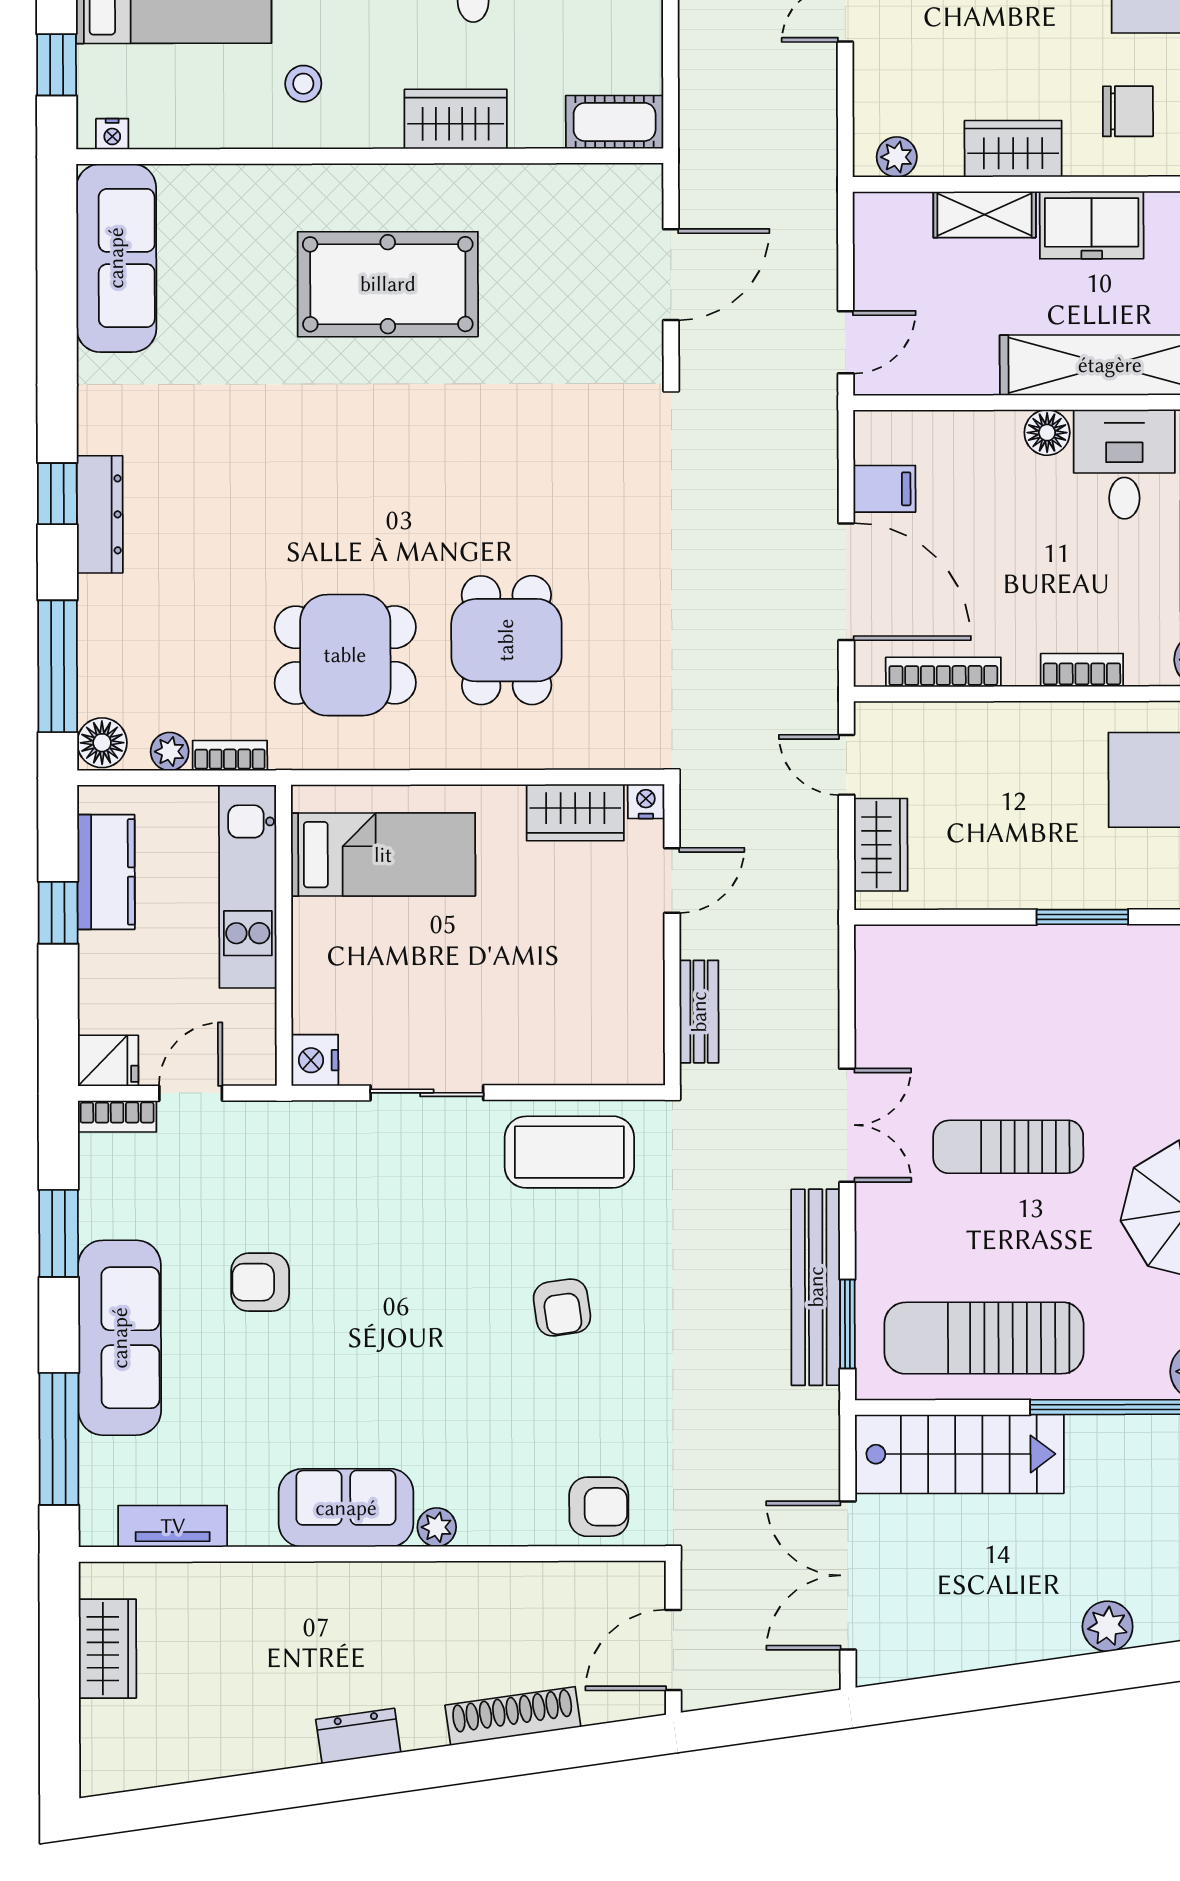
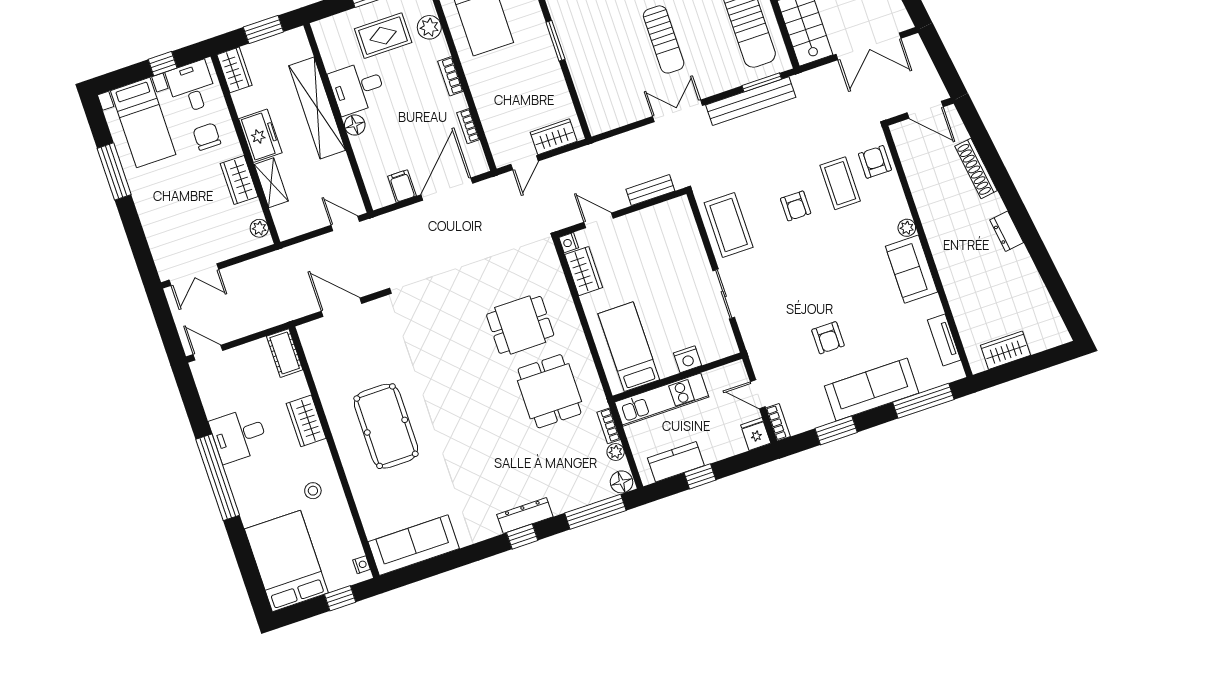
bookcase: (943, 672) -> (468, 126), width x0.64
nightstand: (315, 1060) -> (688, 359), moved
armchair: (562, 1307) -> (796, 206), turned 98
coffee table: (578, 1418) -> (840, 183), added

